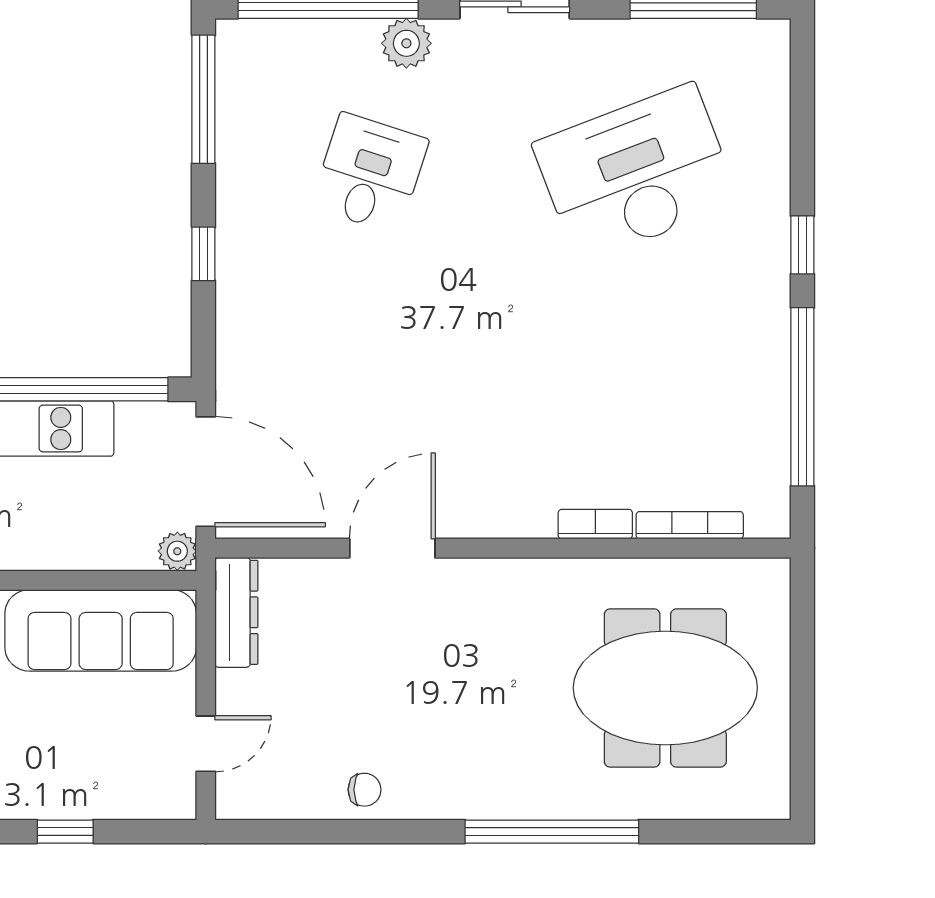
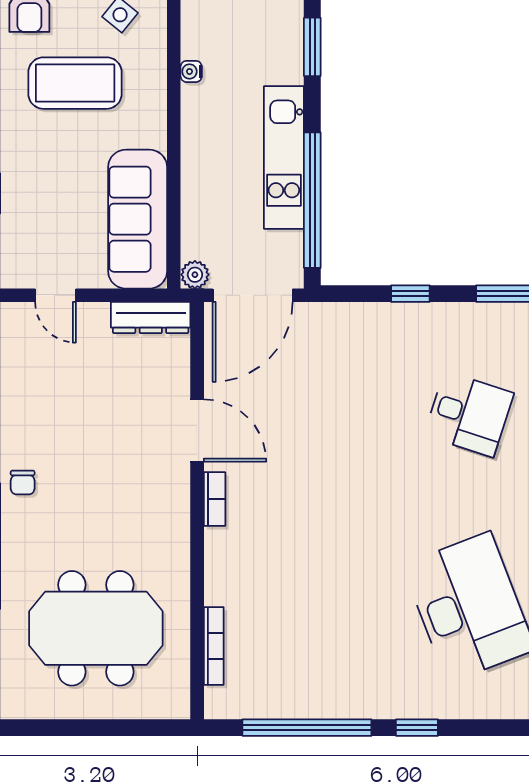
bookcase: (595, 524) -> (215, 499), moved
meeting table: (665, 688) -> (96, 628), turned 90
chair: (364, 790) -> (23, 482), moved

